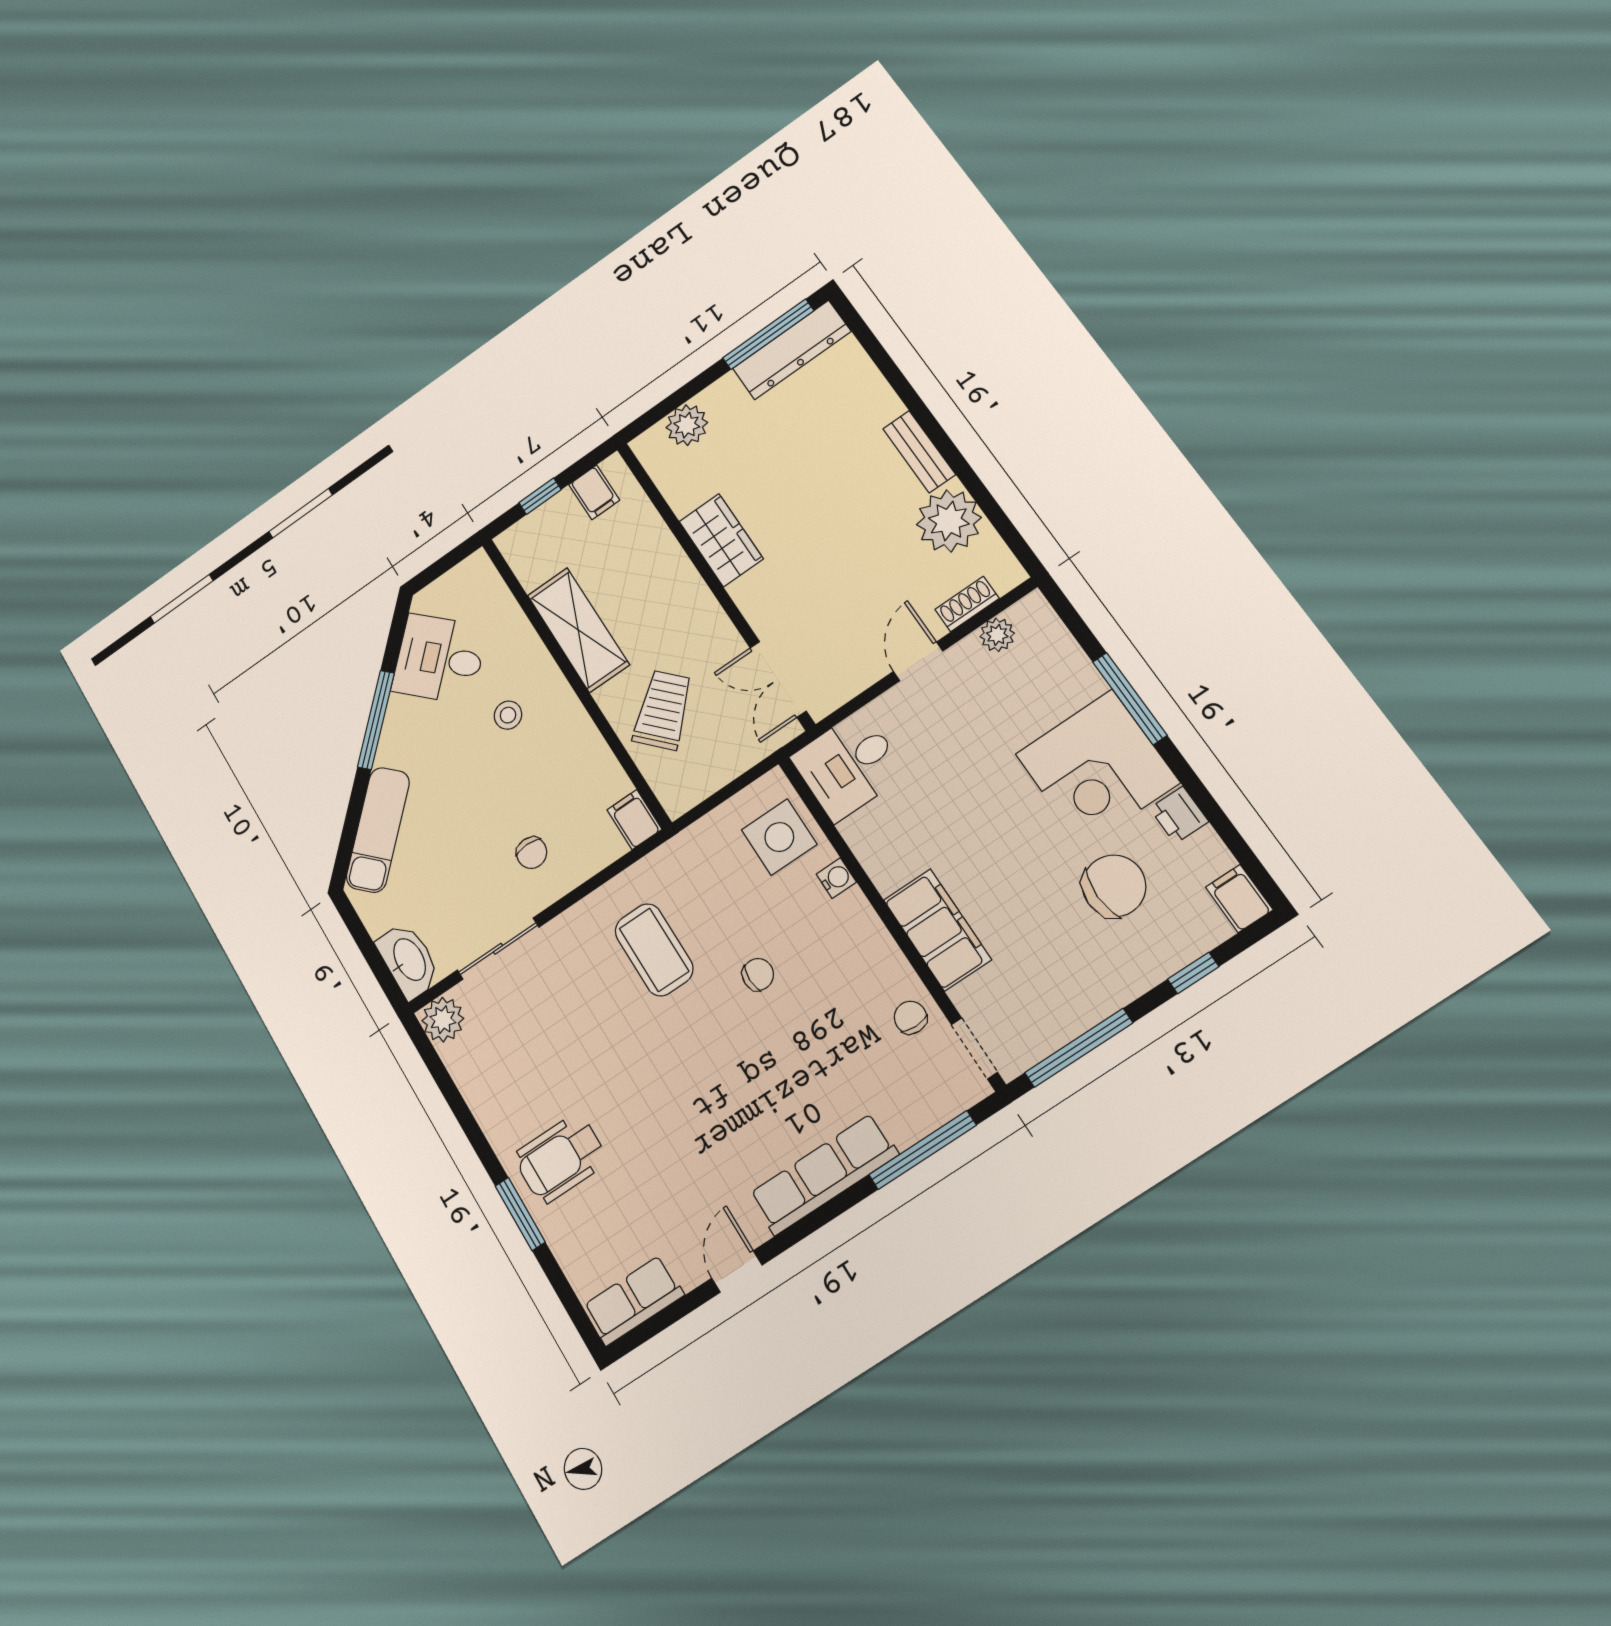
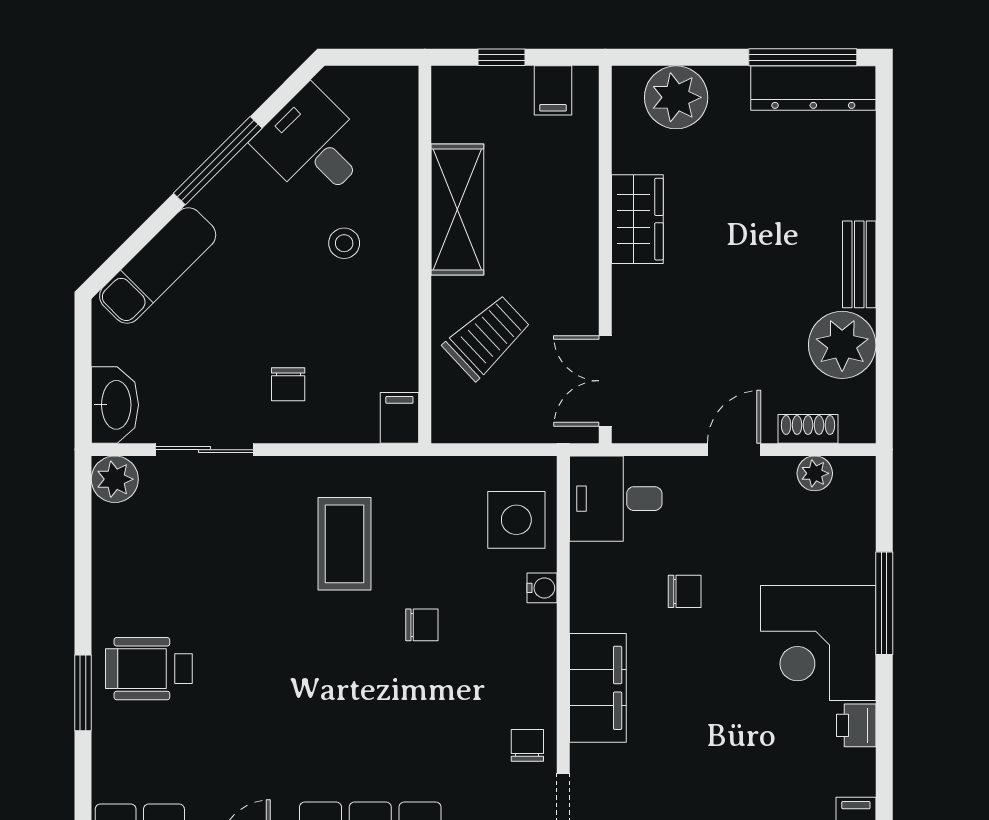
plant: (687, 425) -> (676, 97), width x1.36, depth x1.36
chair: (1114, 886) -> (685, 591), moved, width x0.54, depth x0.54

